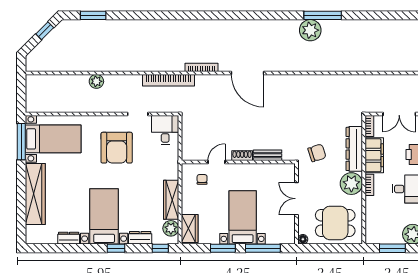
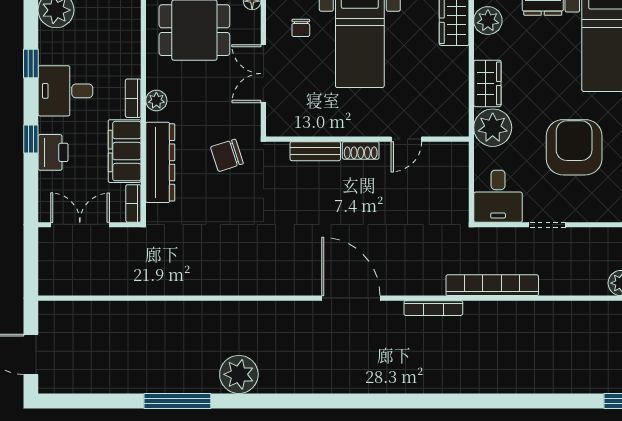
window: (323, 15) -> (177, 401), moved
armchair: (117, 148) -> (574, 147), moved
plant: (168, 168) -> (493, 128), added
chair: (202, 179) -> (301, 28), moved
plant: (351, 184) -> (156, 101), width x0.53, depth x0.53
double door: (297, 199) -> (263, 74), swing flipped
wardrobe: (171, 200) -> (487, 83), width x0.67

